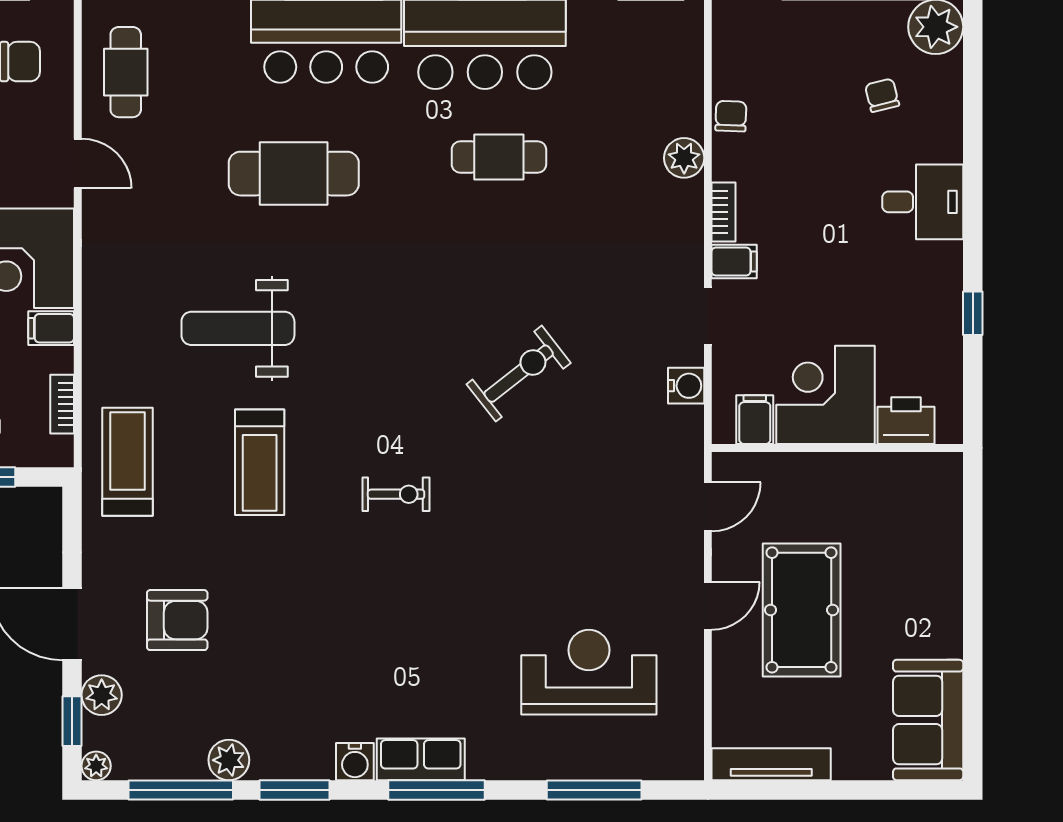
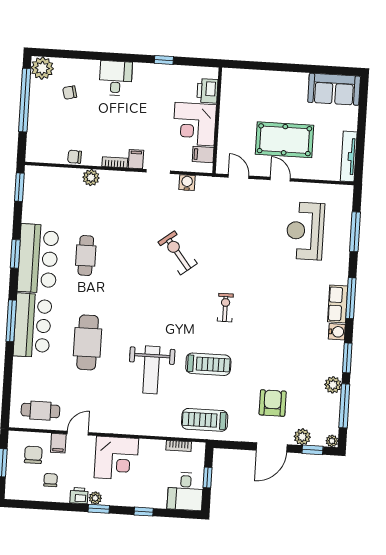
filing cabinet: (51, 328) -> (58, 443), moved

